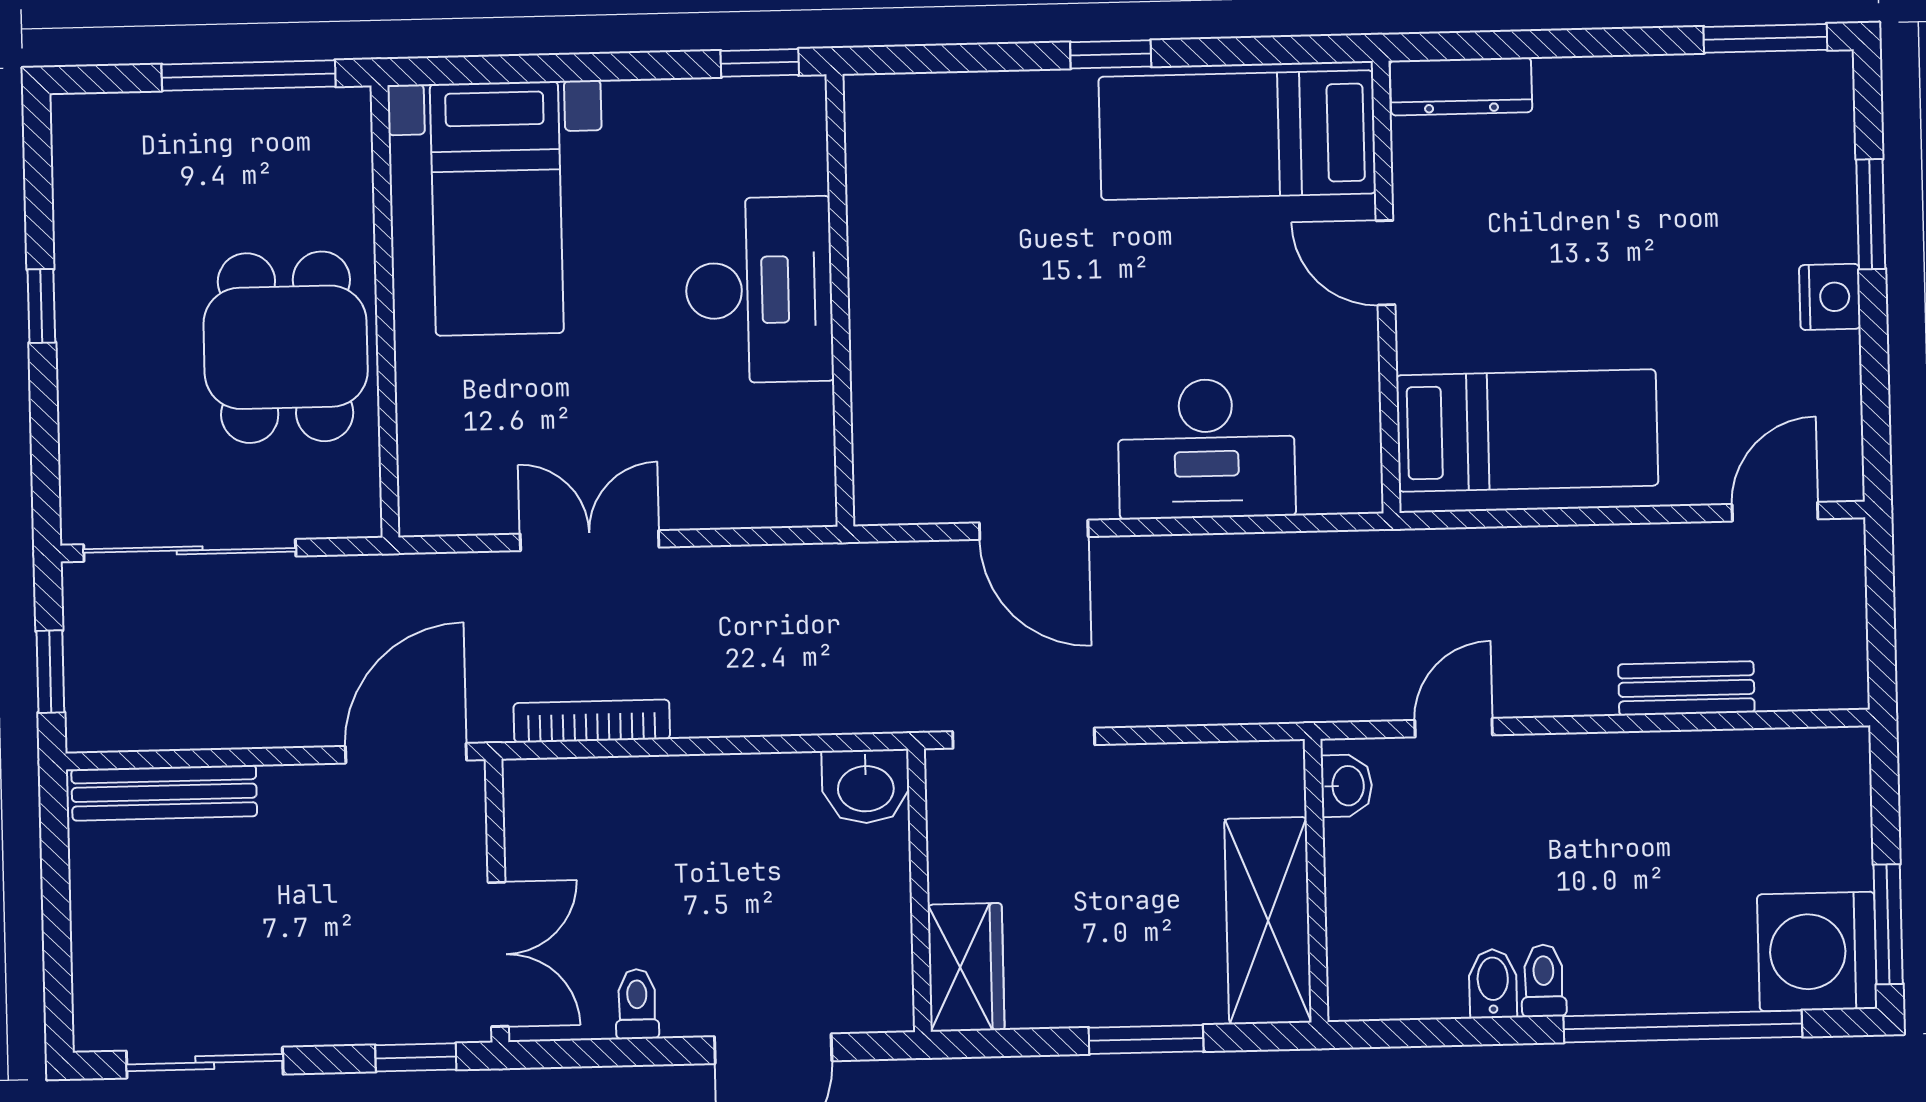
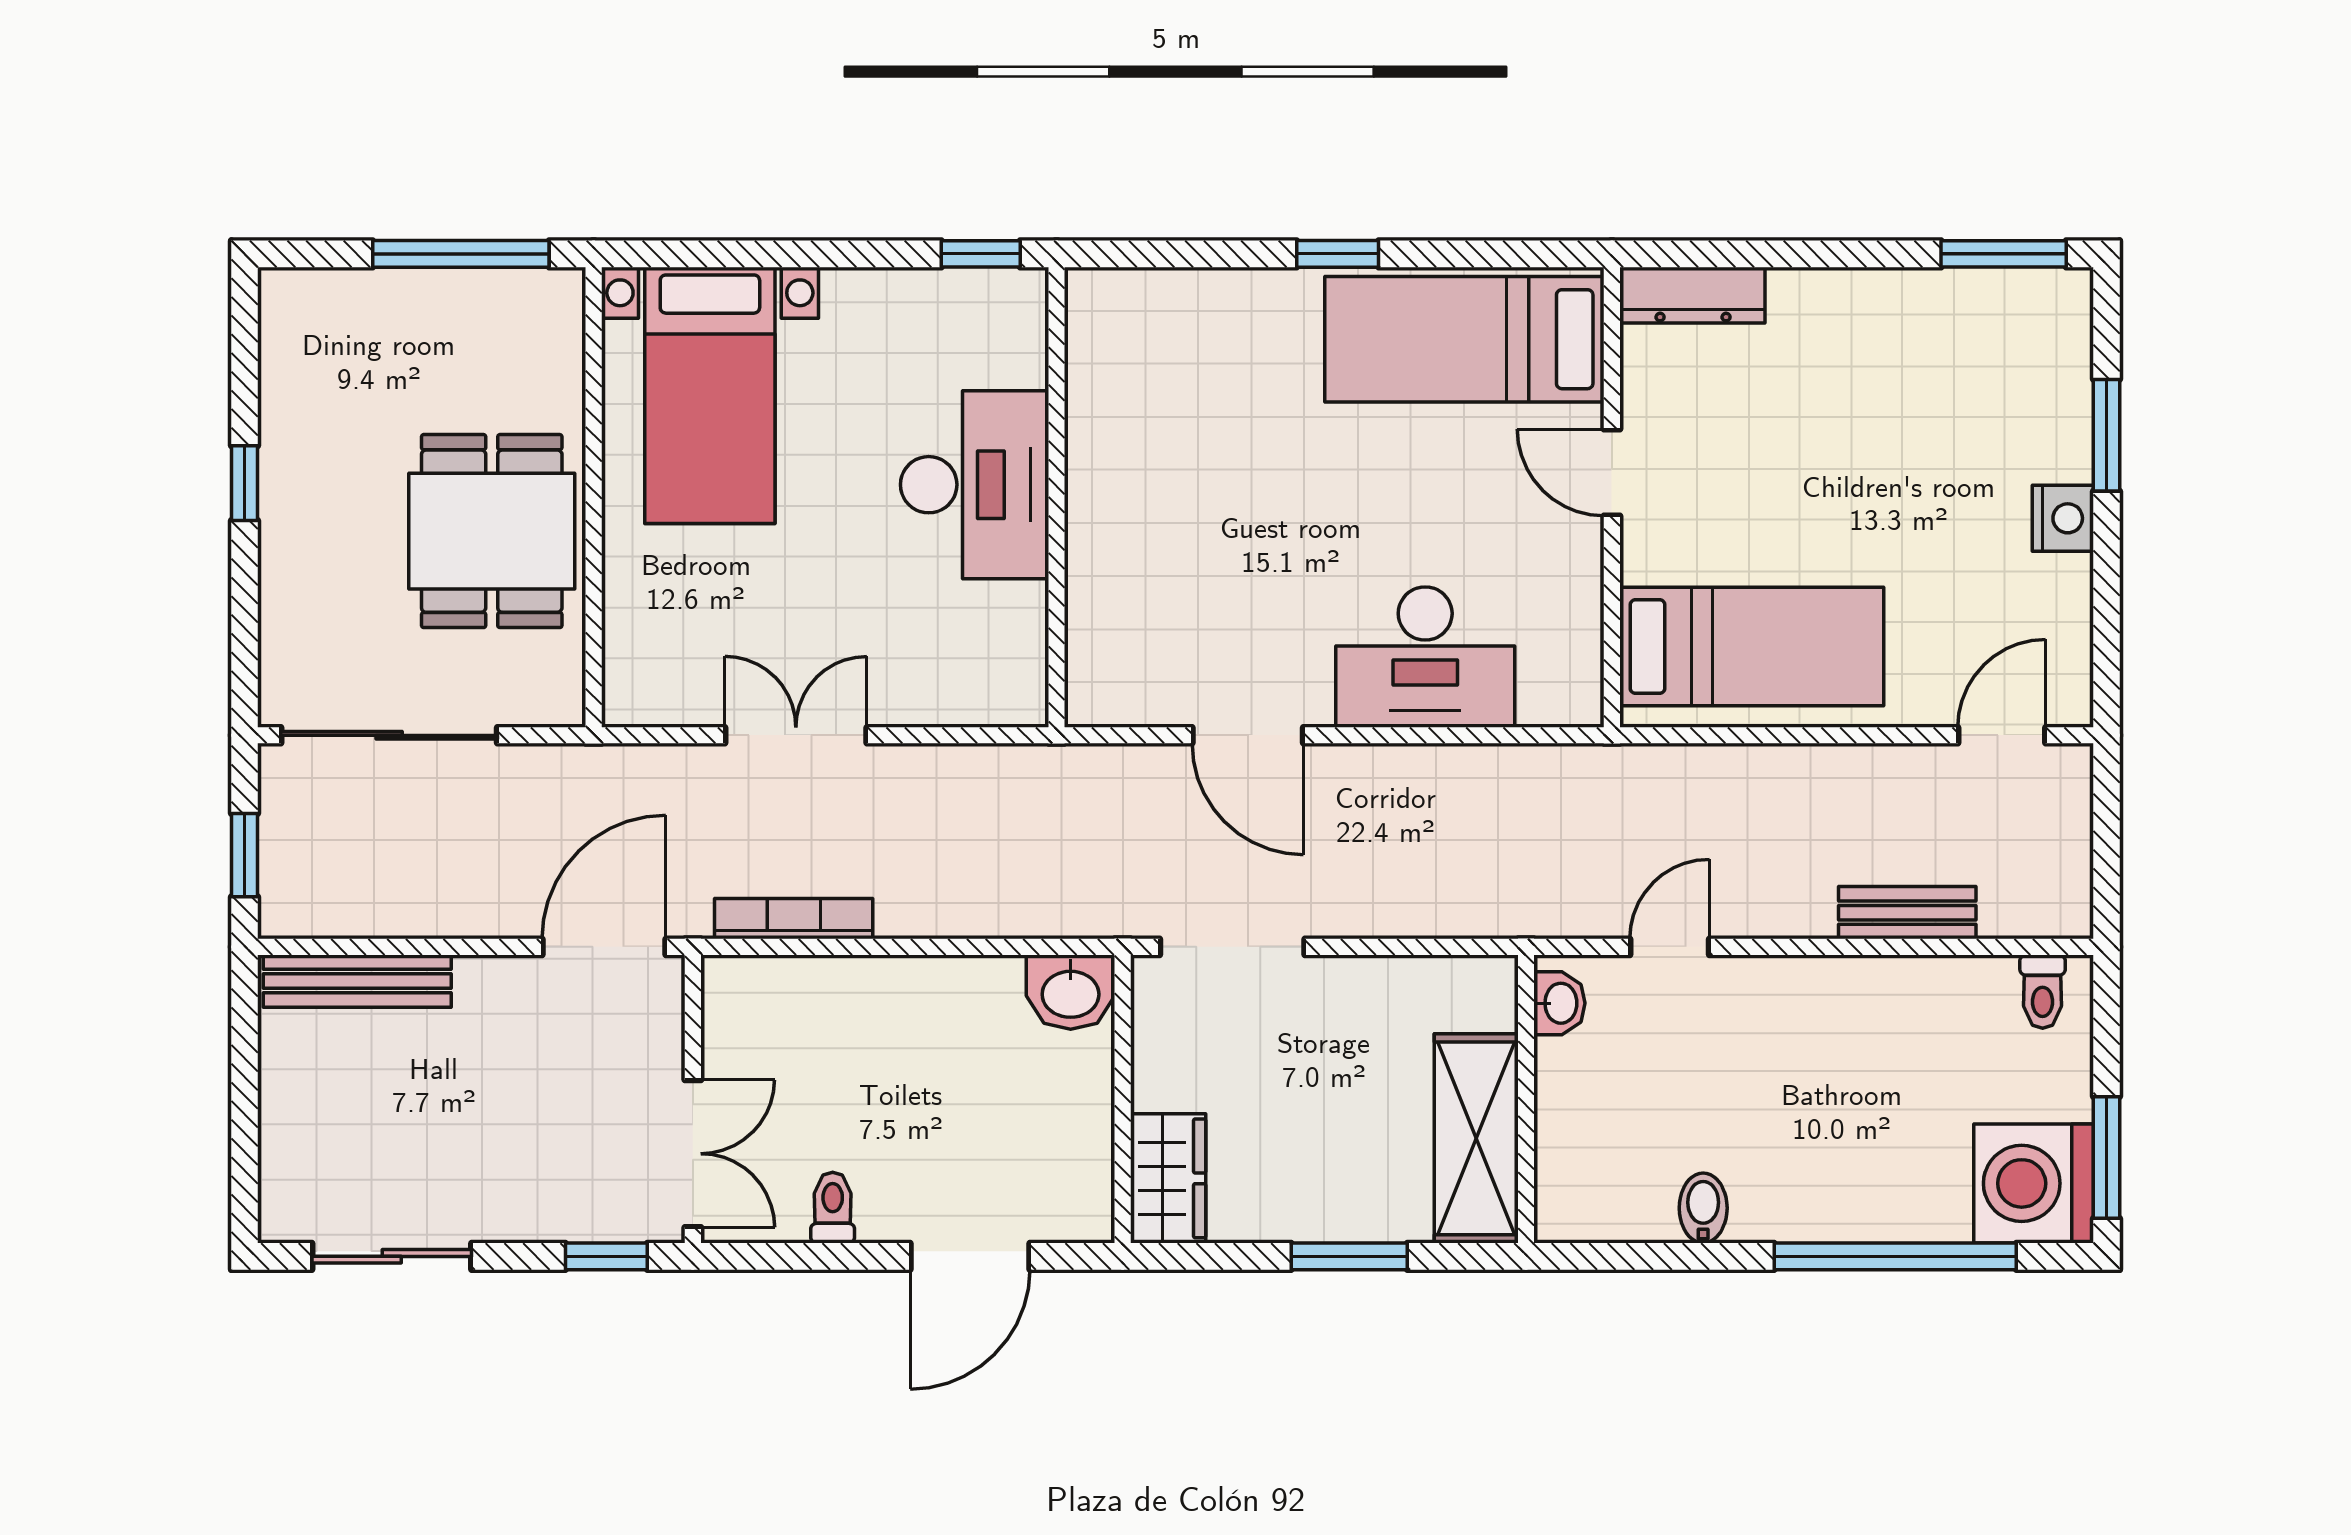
toilet: (1544, 981) -> (2043, 992), moved, turned 180

